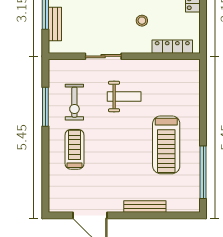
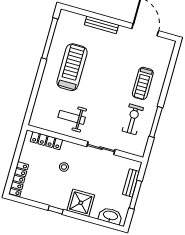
weight bench: (124, 97) -> (72, 117), moved

